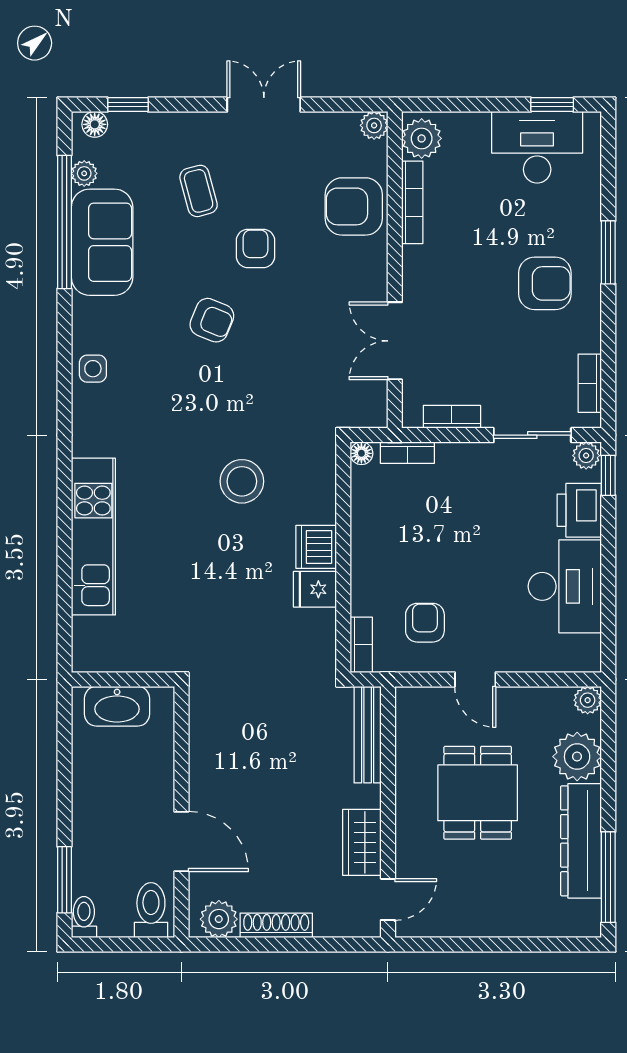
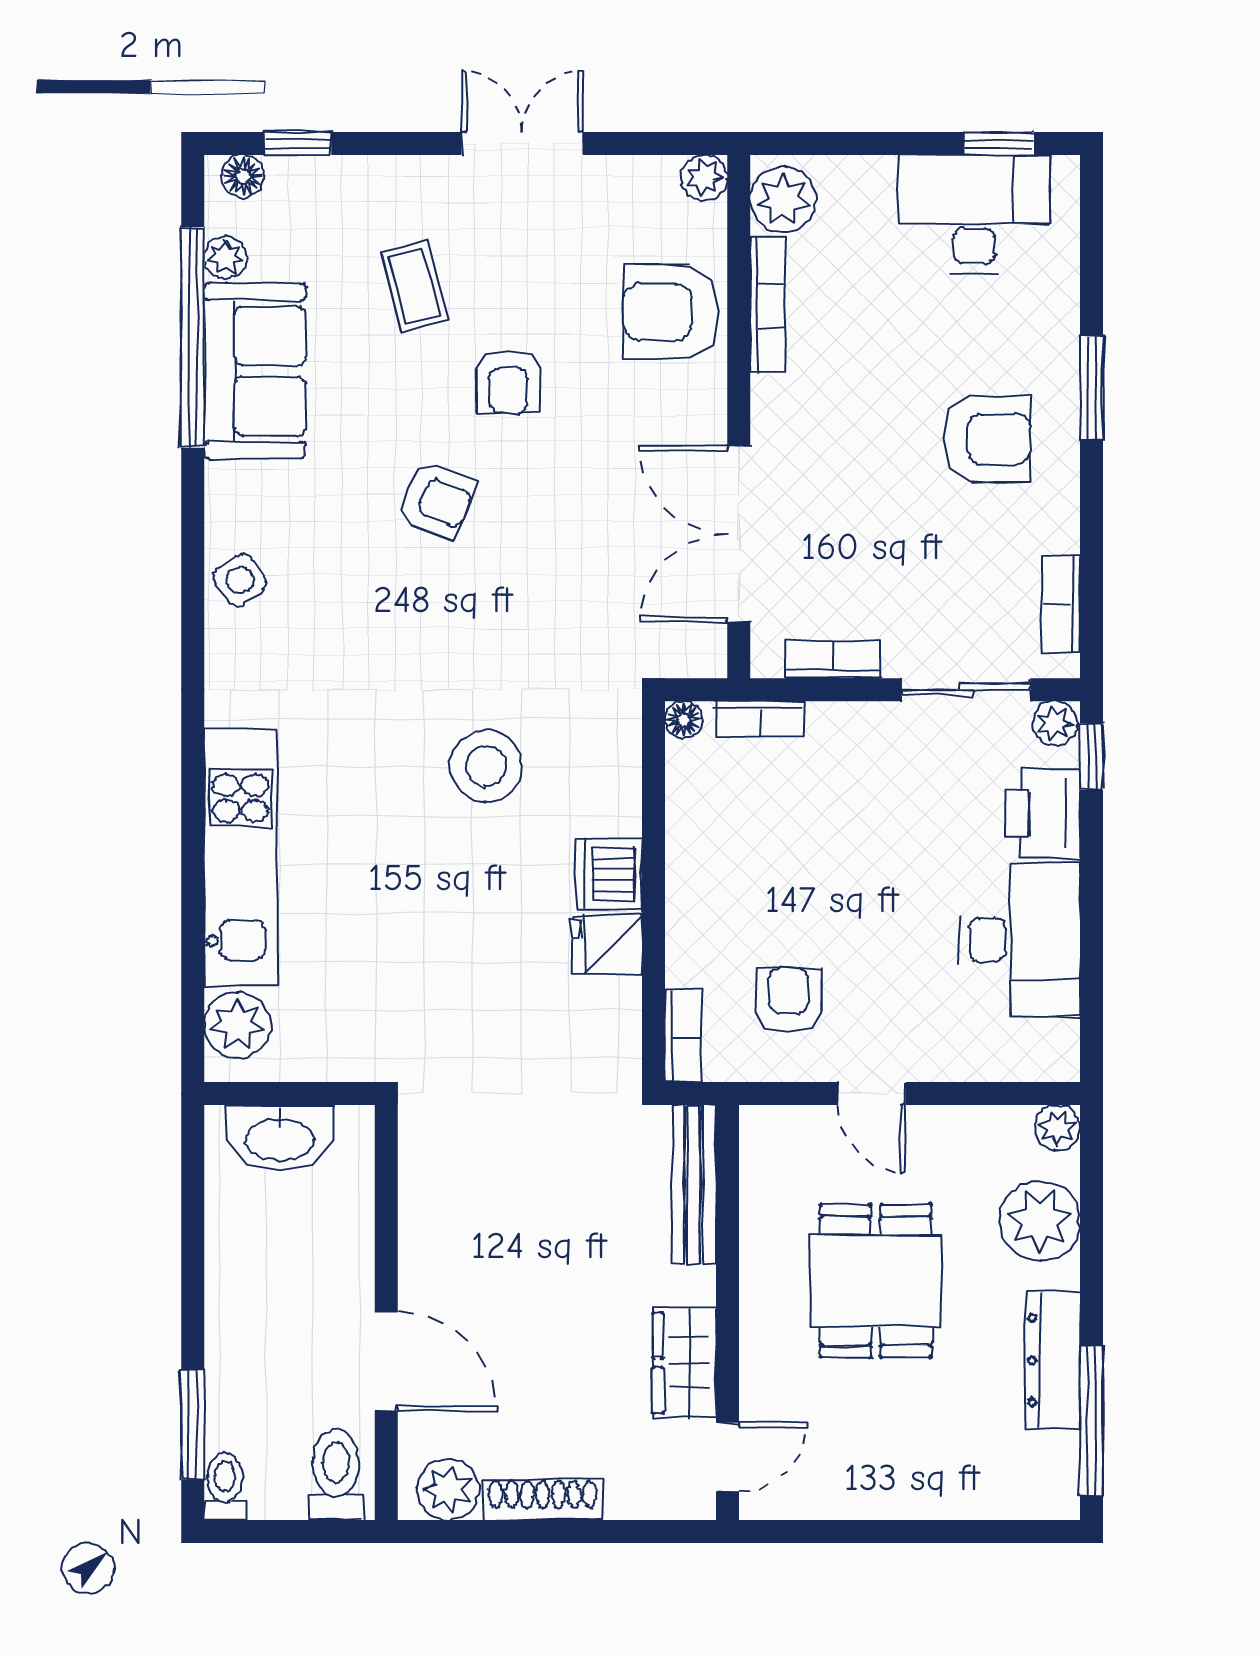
armchair: (255, 248) -> (509, 381), turned 180
double door: (395, 341) -> (739, 534), width x1.37
side table: (93, 369) -> (240, 580), turned -34
plant: (92, 638) -> (238, 1025), added
dresser: (581, 841) -> (1053, 1360), width x0.73, depth x0.80

